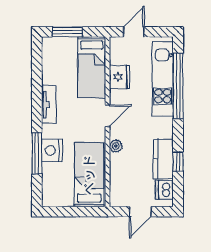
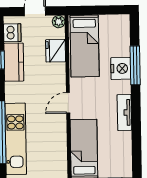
fridge: (120, 77) -> (56, 51), moved
plant: (116, 146) -> (59, 22), moved

